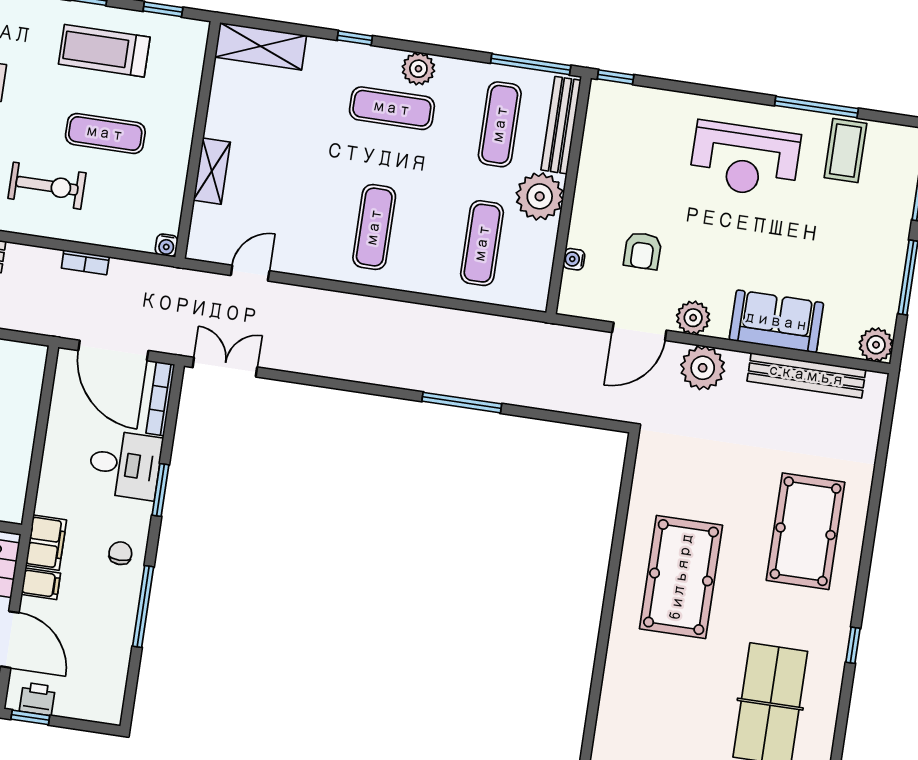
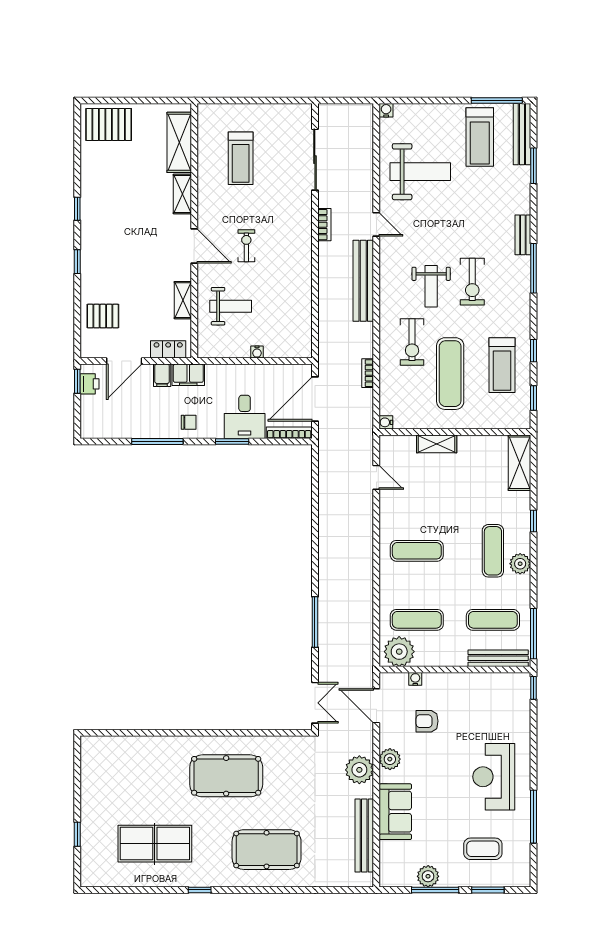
treadmill: (104, 51) -> (502, 365), turned 180
exercise mat: (105, 133) -> (450, 374), width x1.36, depth x1.45
coffee table: (845, 150) -> (483, 849), moved
plant: (540, 196) -> (399, 652), moved
door: (639, 331) -> (376, 706), moved
plant: (876, 345) -> (428, 876), moved
double door: (225, 367) -> (315, 703), moved
water cooler: (27, 430) -> (257, 352), added

